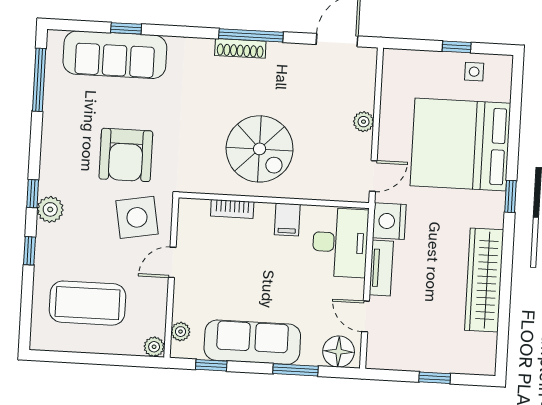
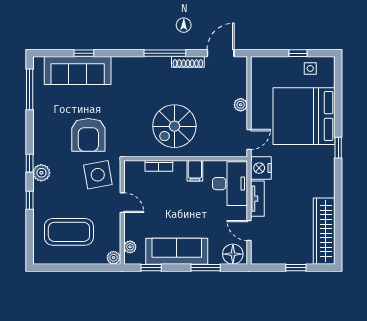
shoe rack: (240, 48) -> (188, 62), moved
spiral stairs: (260, 149) -> (174, 126), turned 90
door: (172, 262) -> (122, 203), swing flipped
wardrobe: (484, 280) -> (324, 231), moved

